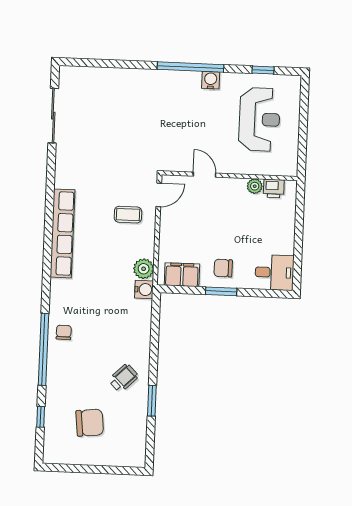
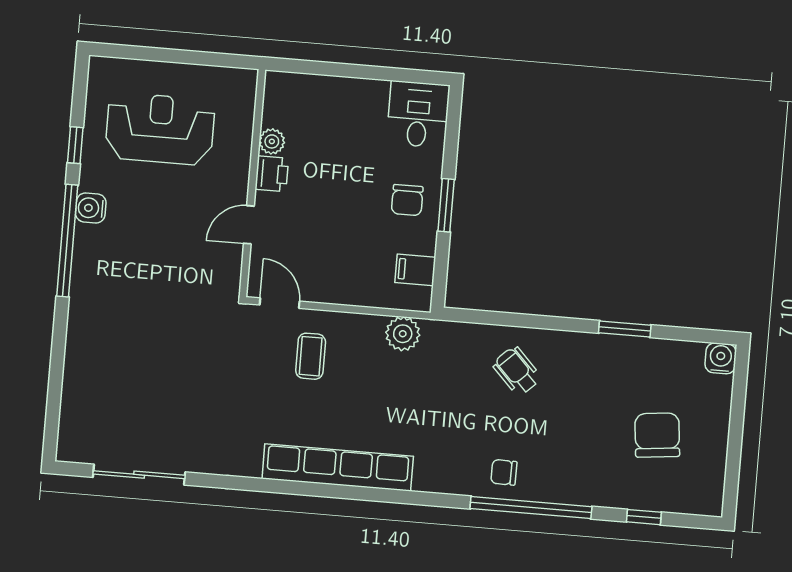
window: (263, 70) -> (75, 145), moved
printer: (274, 189) -> (272, 174), moved
filing cabinet: (182, 275) -> (415, 270), width x0.50
water cooler: (144, 289) -> (721, 358), moved
wheelchair: (123, 378) -> (517, 371), moved

